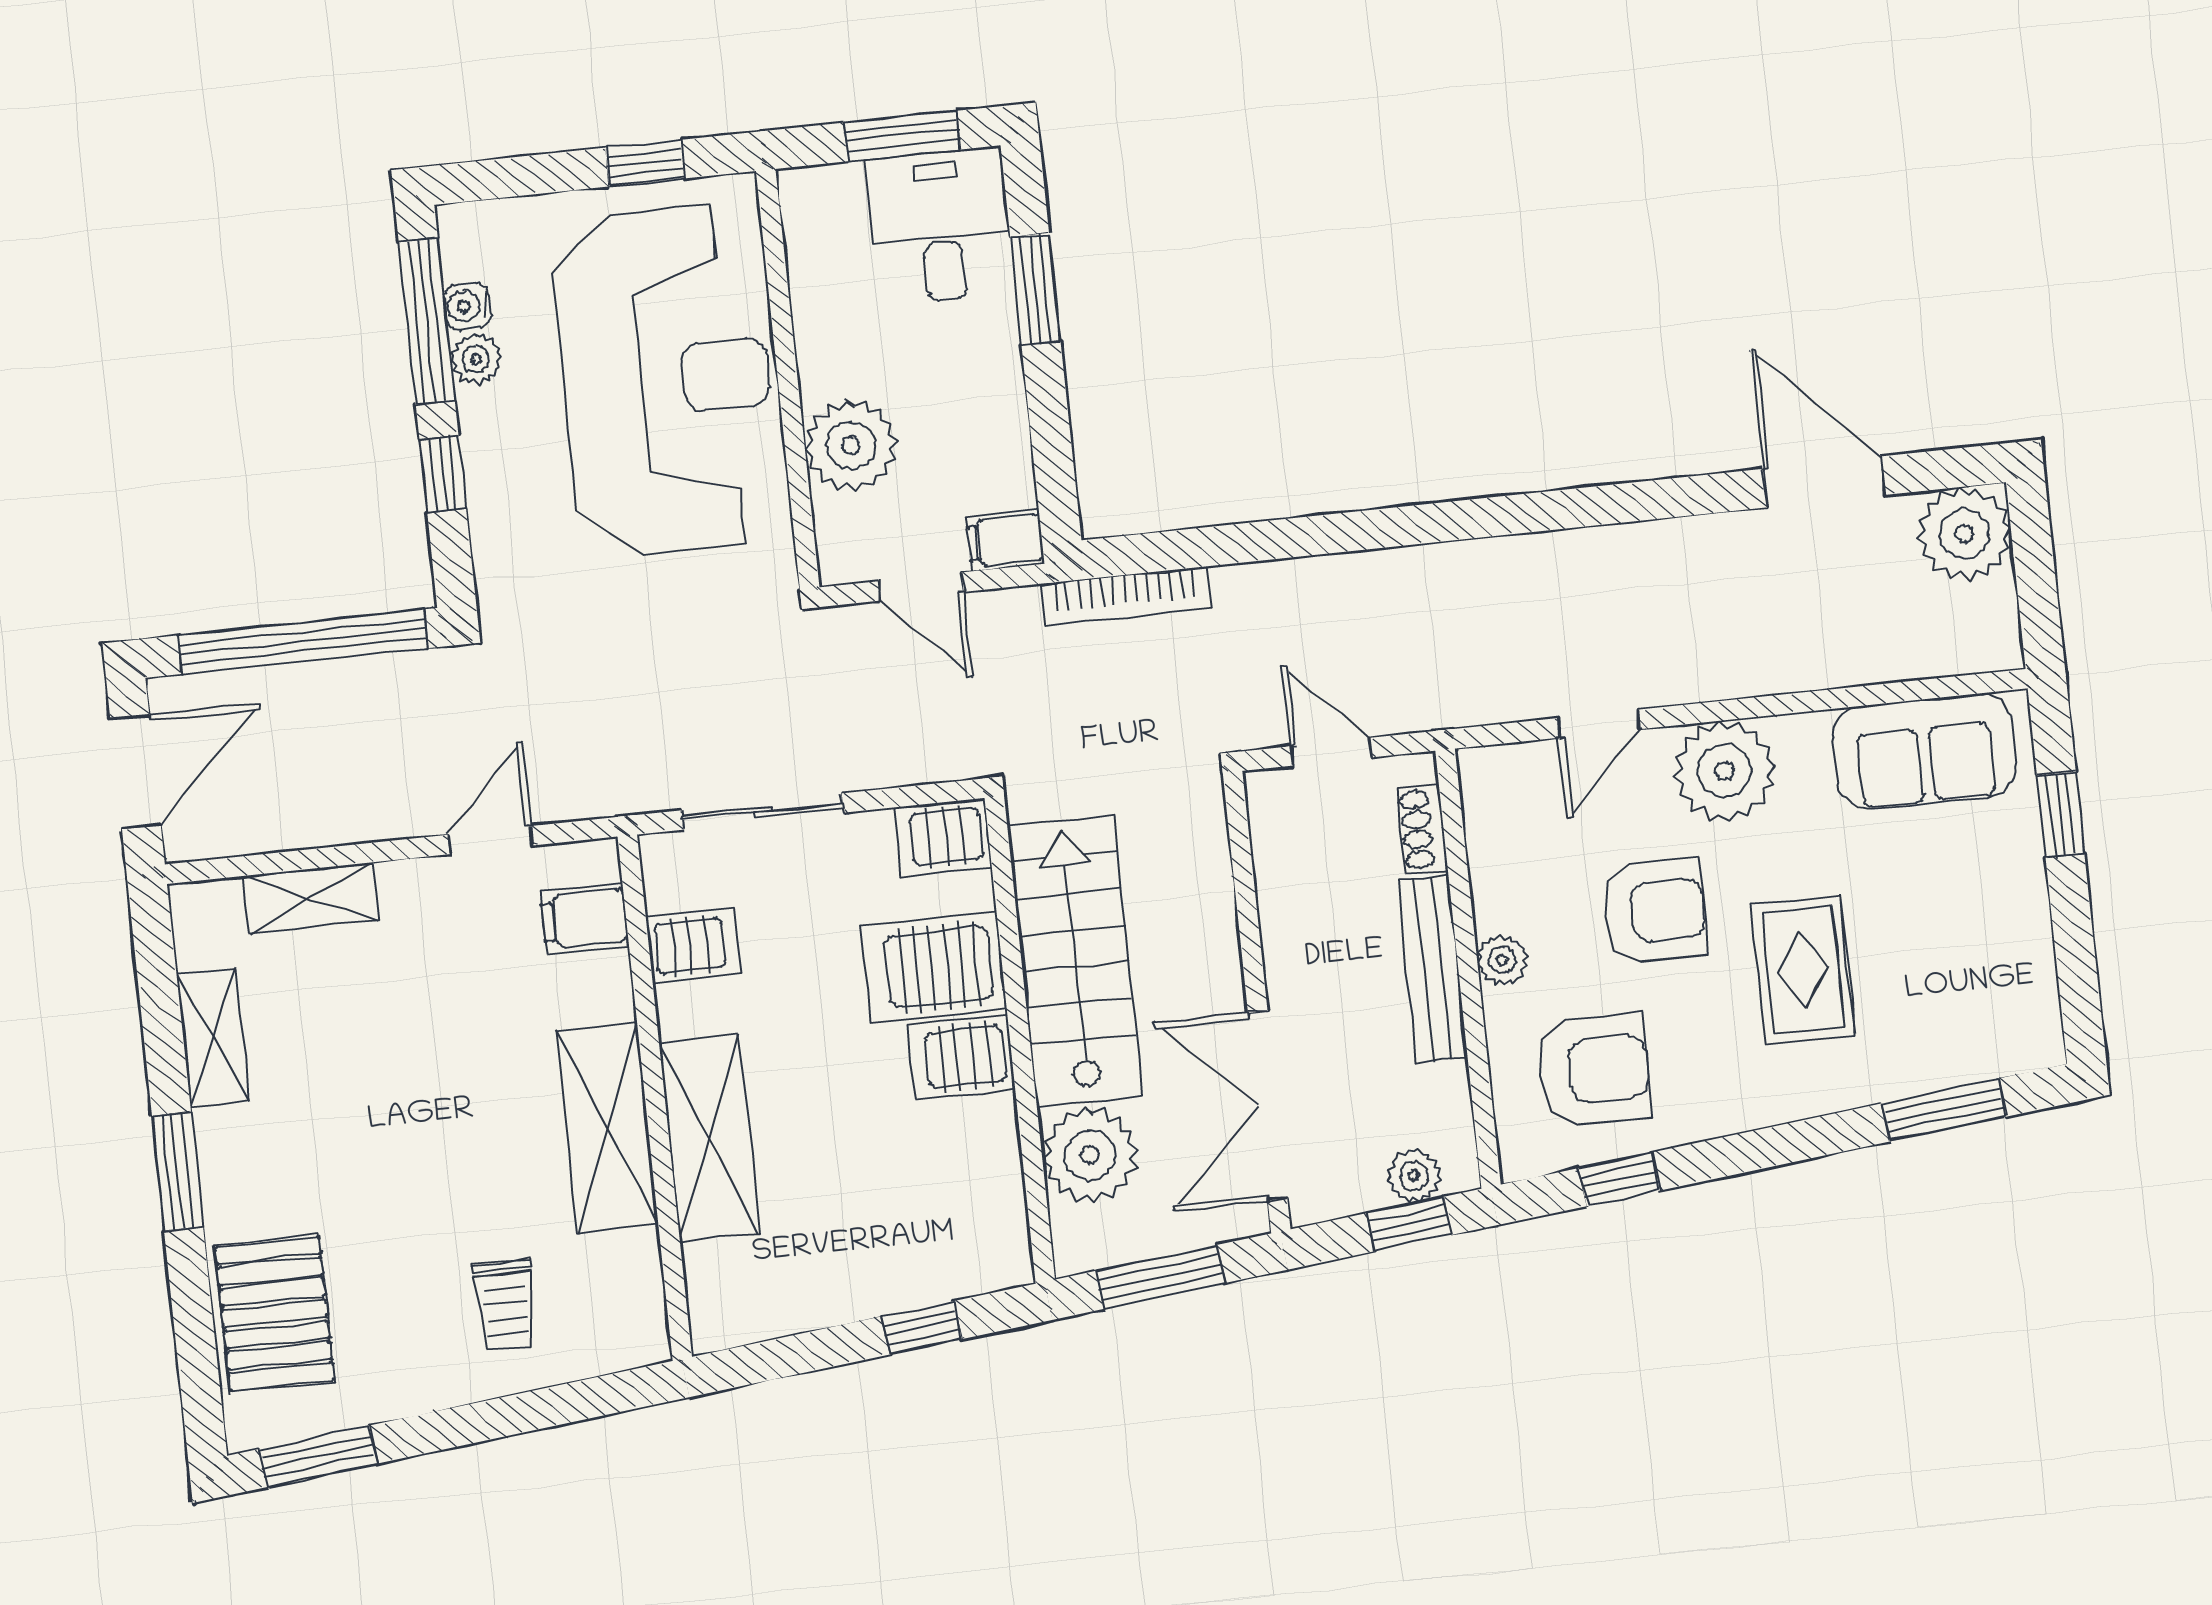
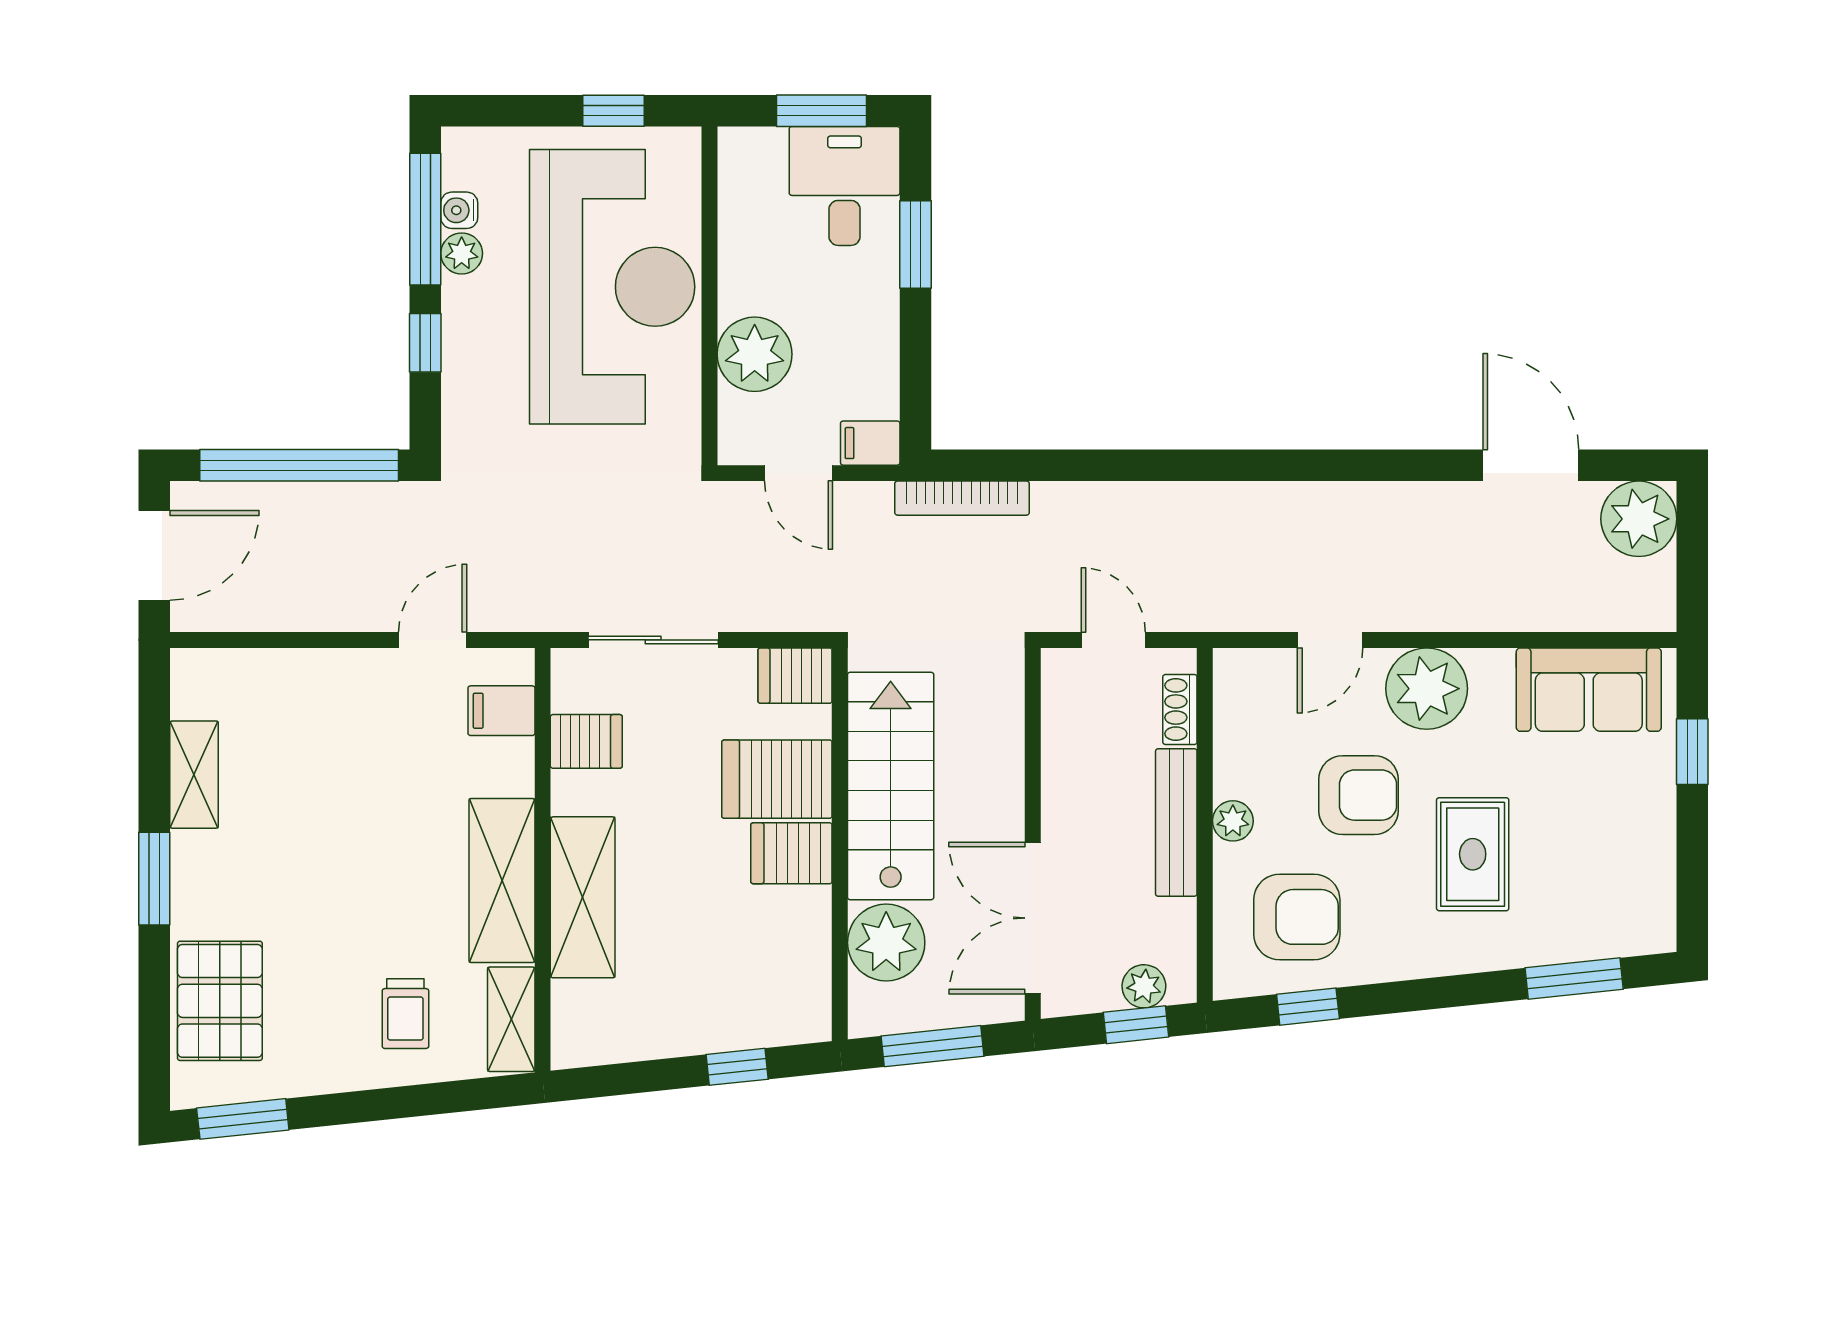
shelving: (311, 898) -> (511, 1019), moved, turned 90

